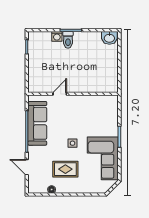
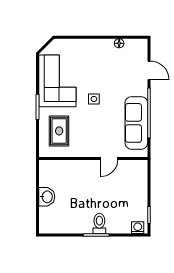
washing machine: (57, 36) -> (138, 228), moved
washbasin: (109, 38) -> (47, 197), moved, turned 90
rug: (65, 169) -> (59, 131), moved, turned 90

